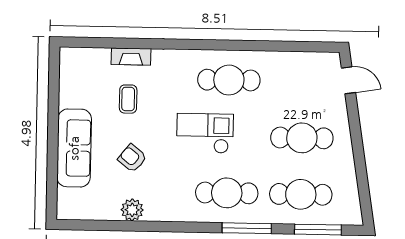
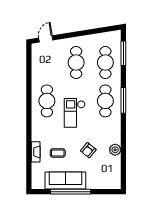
window: (53, 122) -> (71, 192), added
sofa: (74, 148) -> (65, 180), moved
window: (247, 228) -> (123, 100), moved

